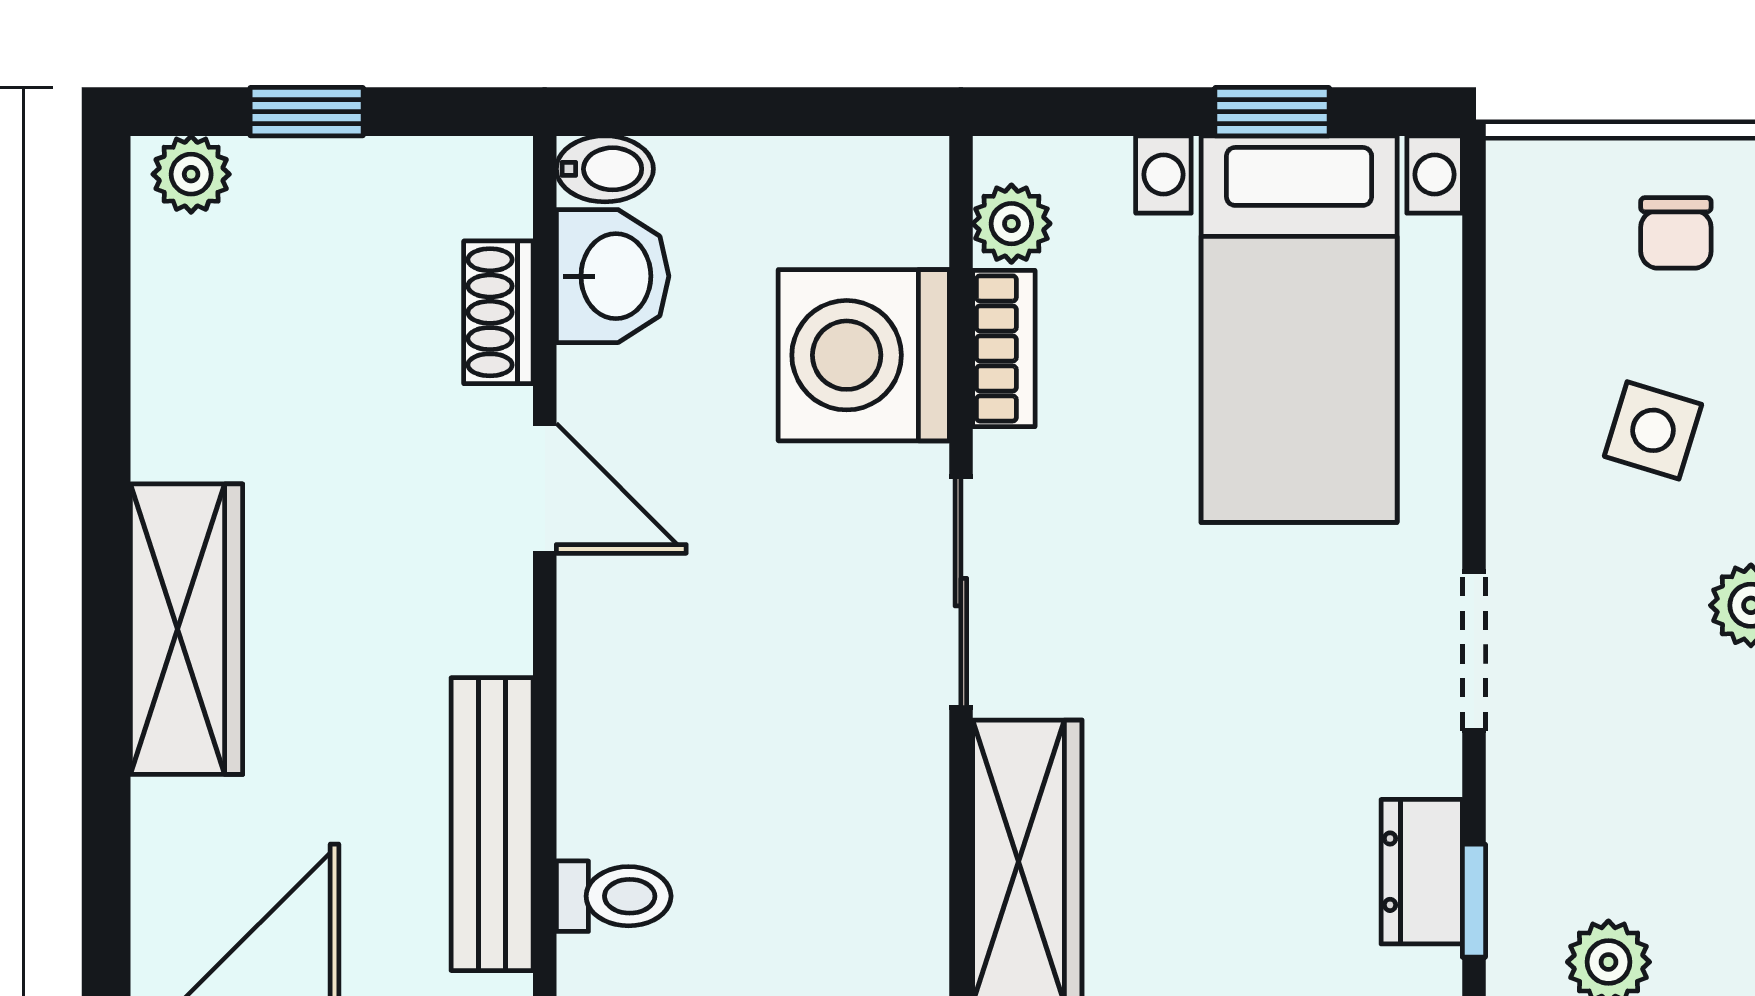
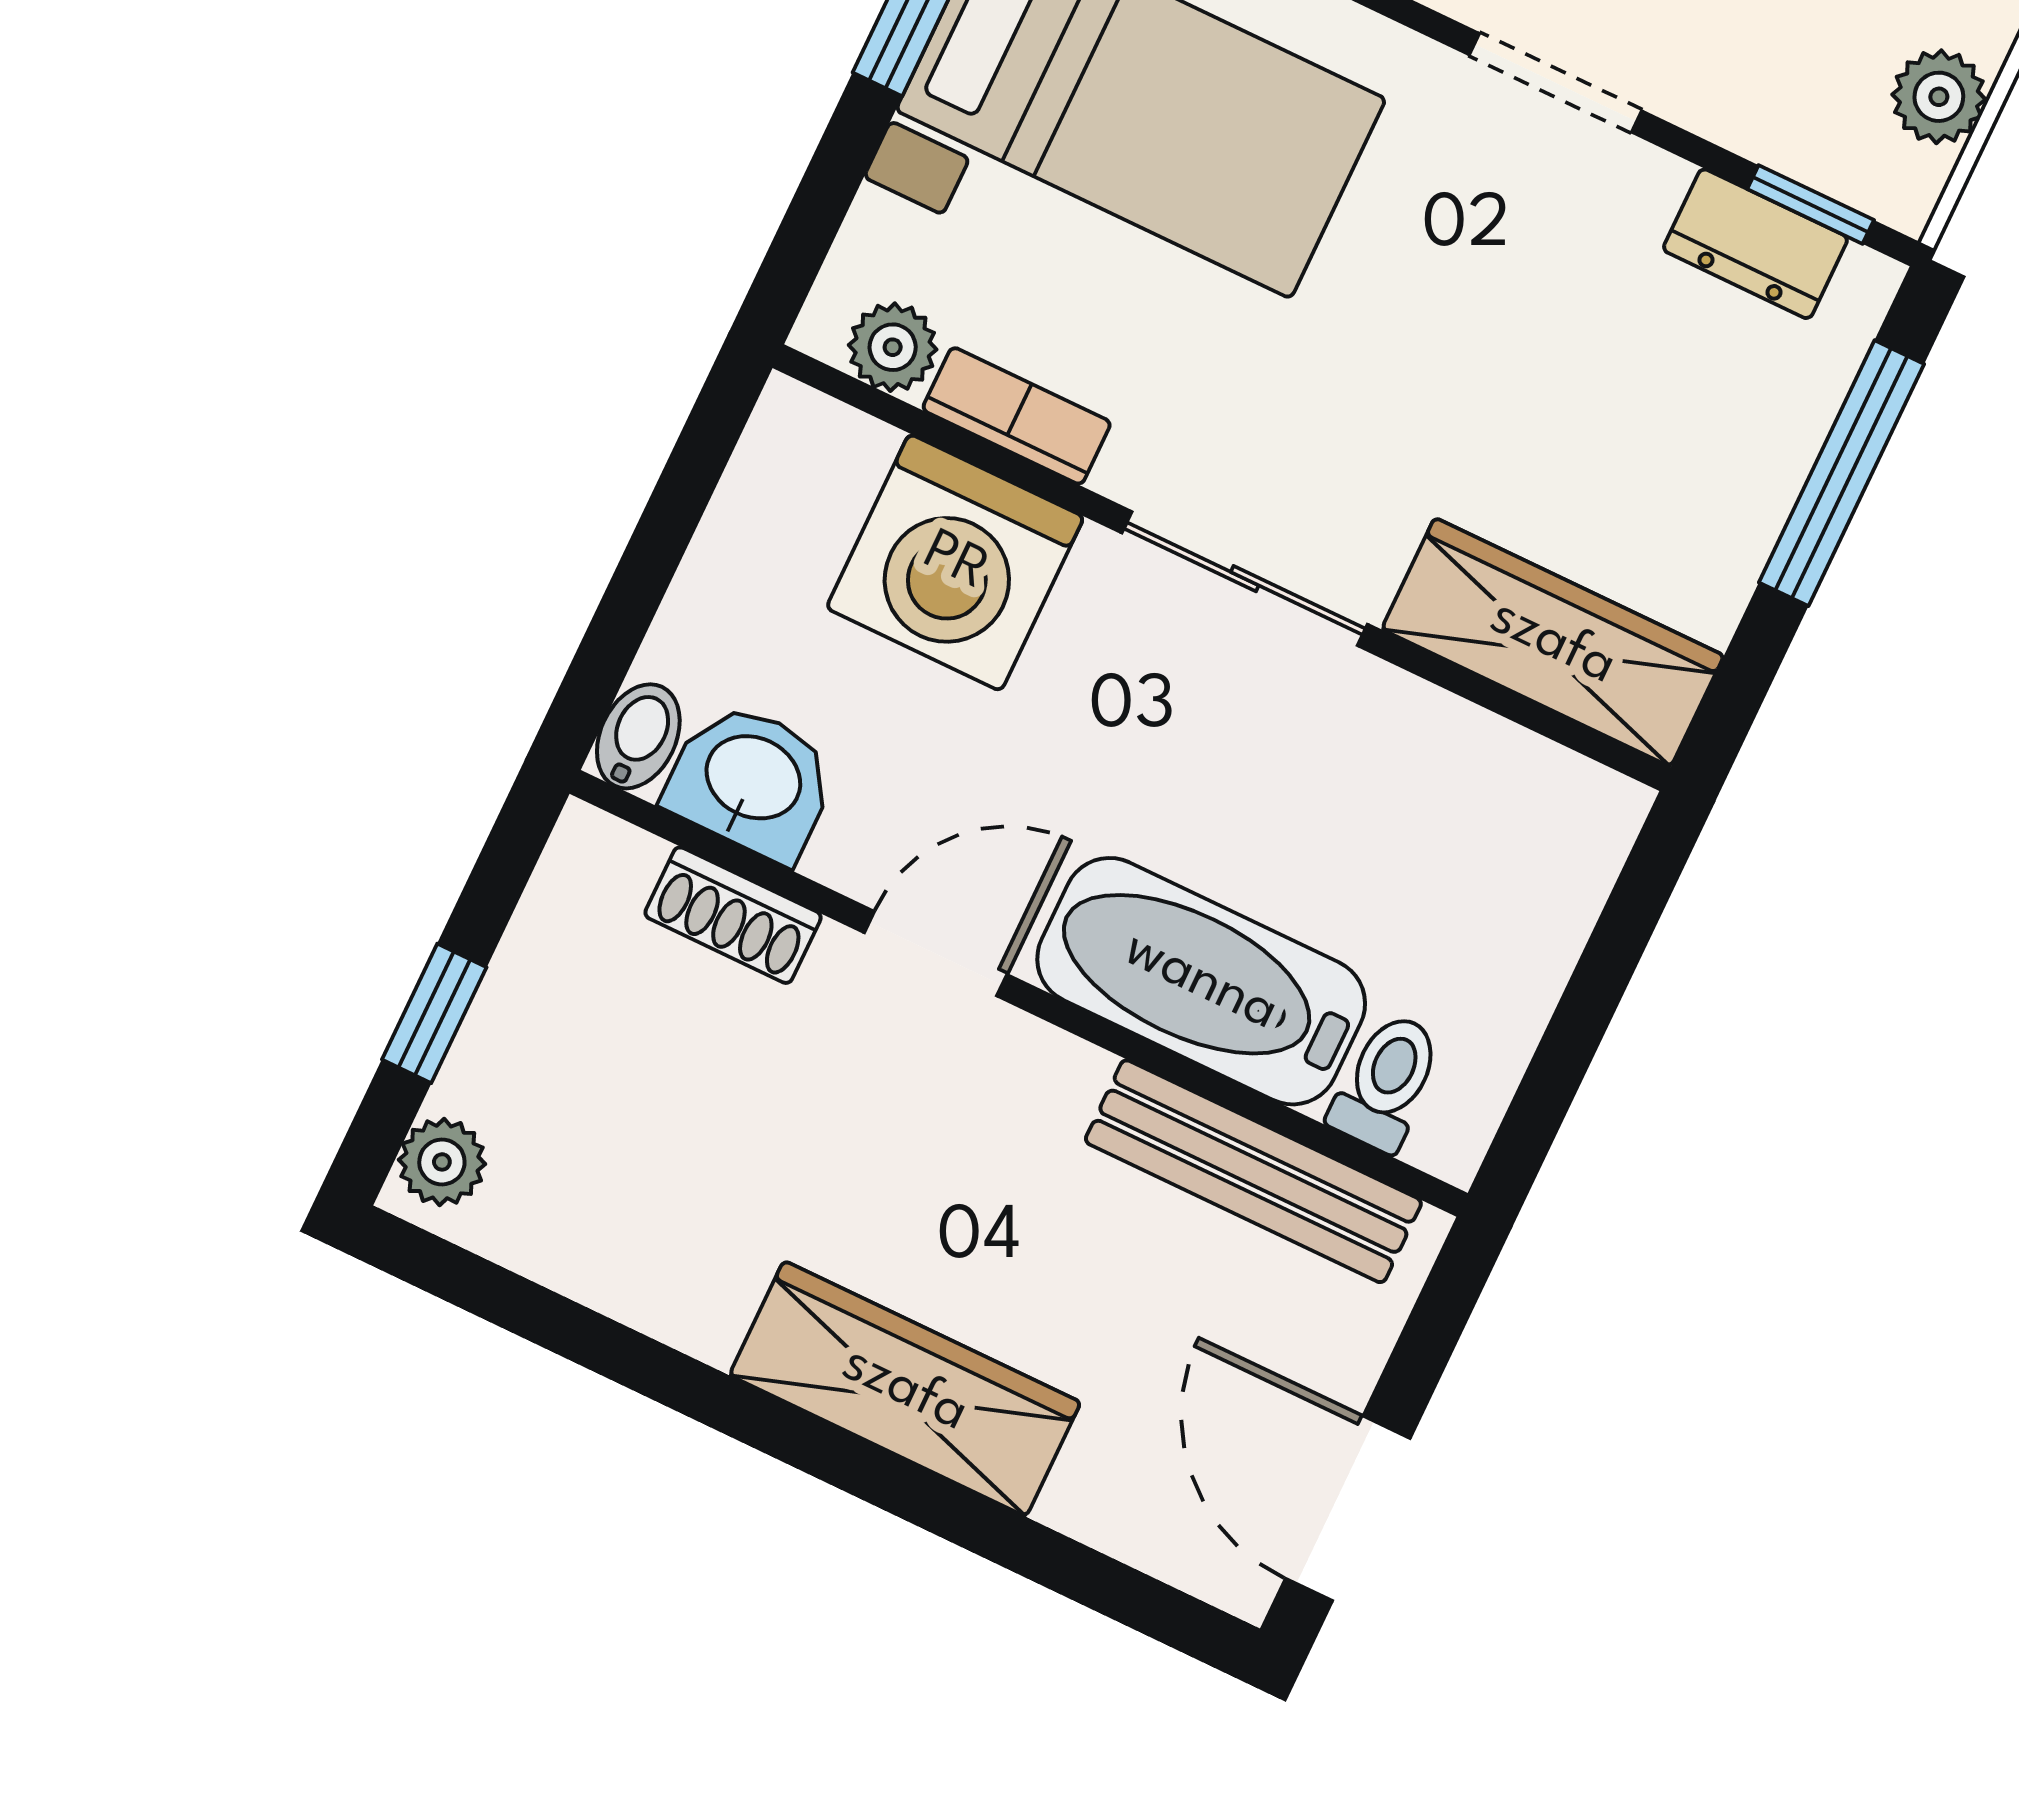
bathtub: (624, 710) -> (1201, 981), added

